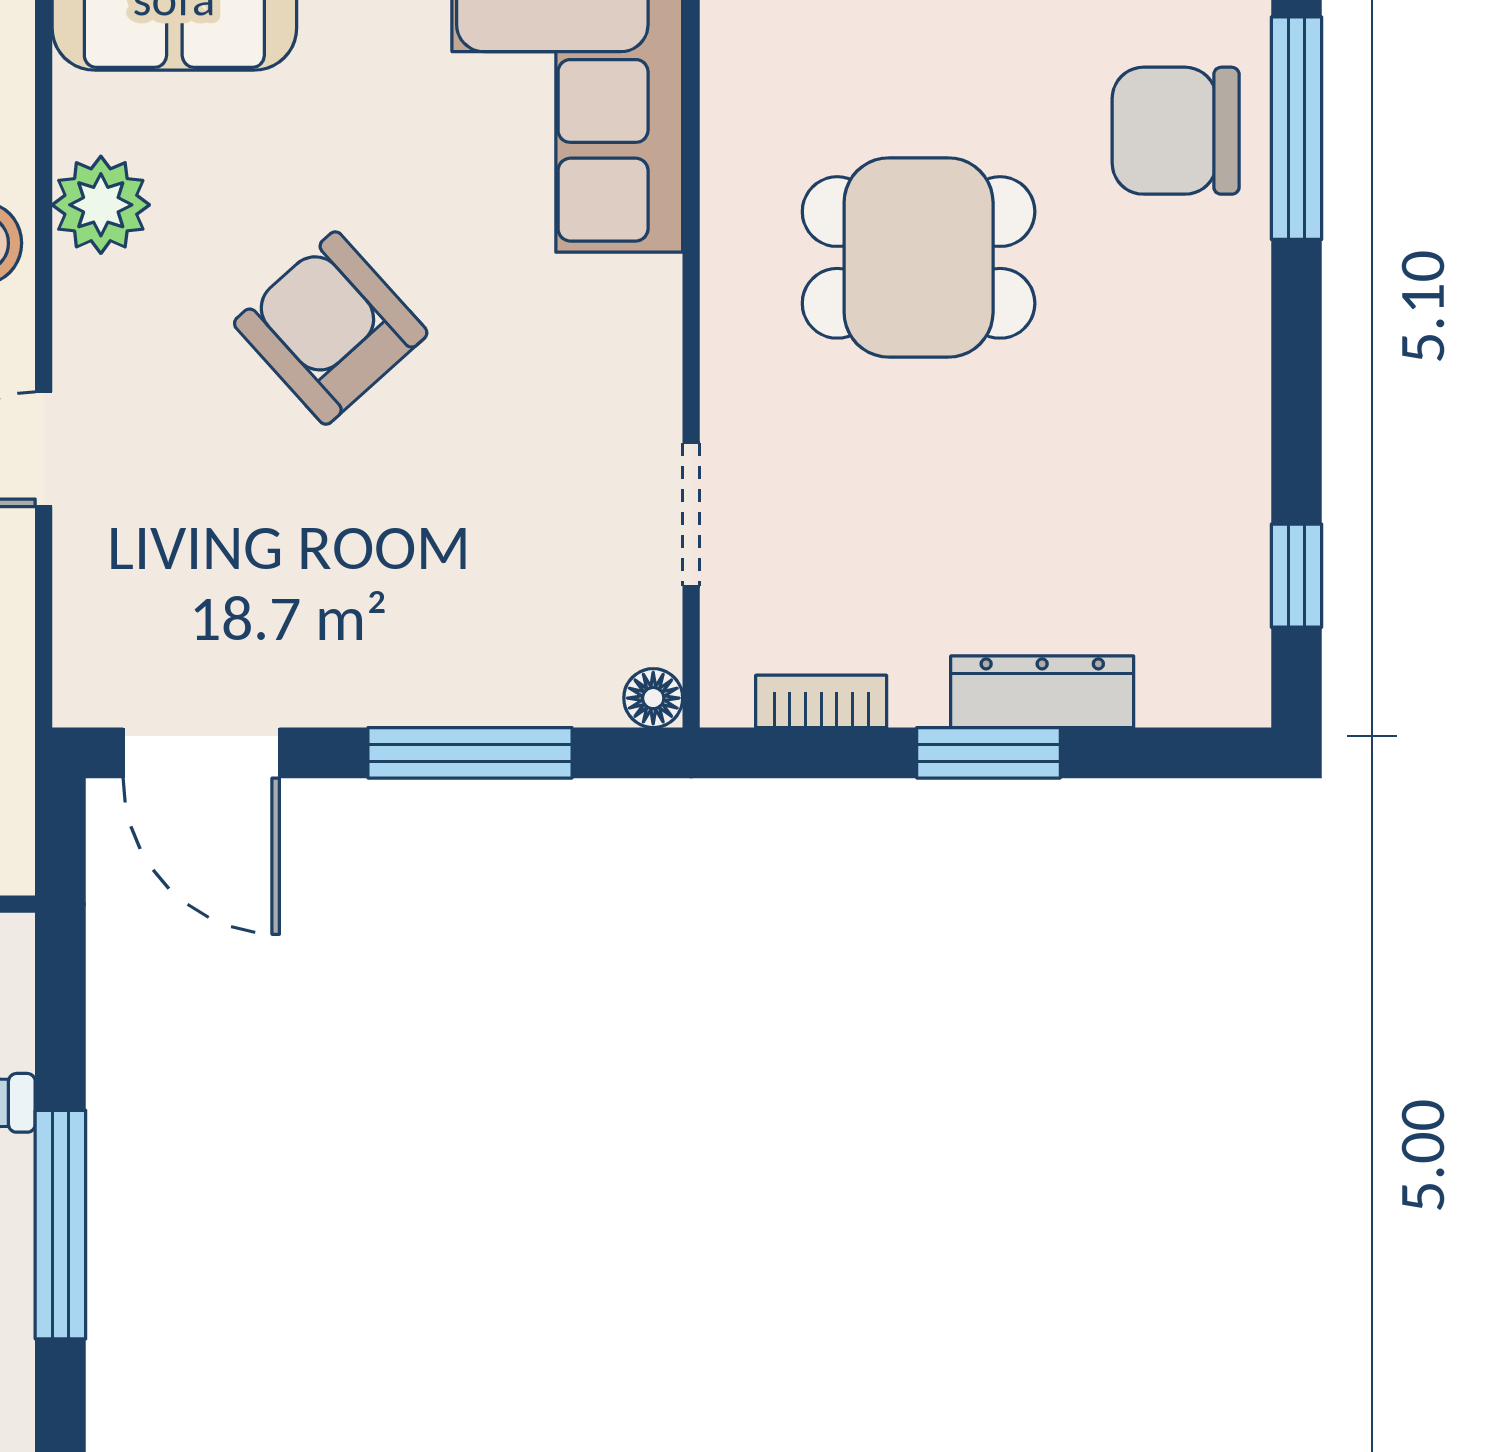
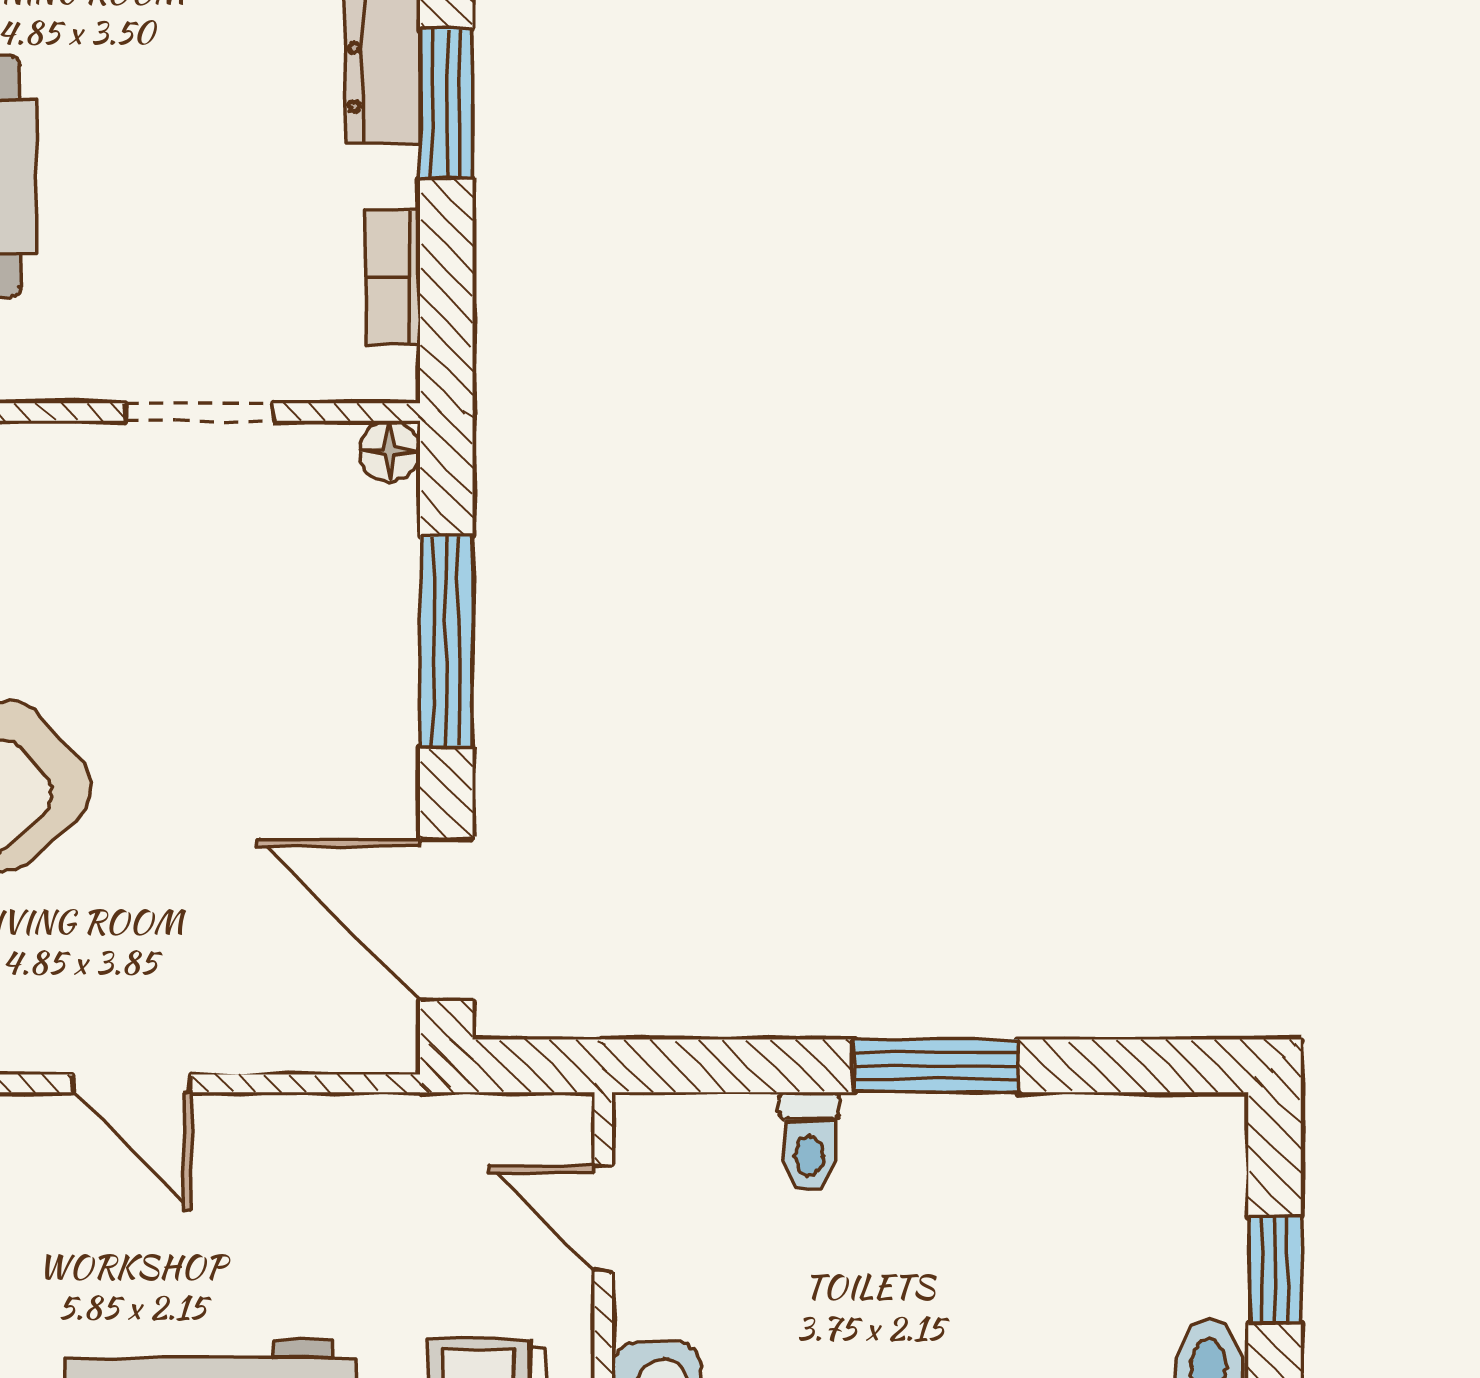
door: (201, 753) -> (446, 920), swing flipped
window: (60, 1225) -> (936, 1066), width x0.69

